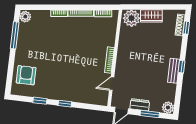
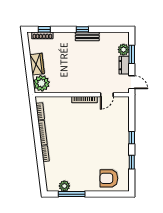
plant: (25, 17) -> (64, 186), moved
door: (112, 84) -> (107, 95), hinge flipped
plant: (168, 108) -> (123, 50), moved

